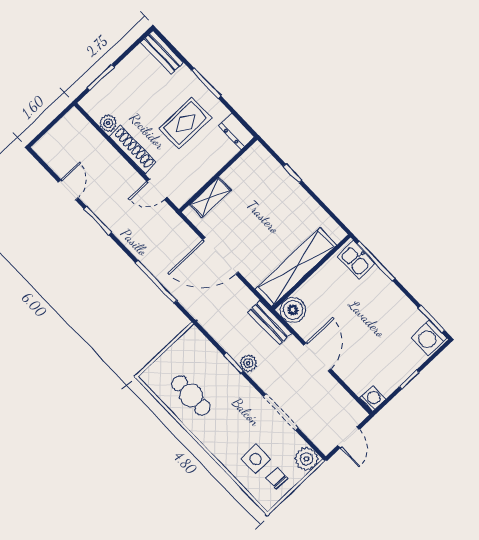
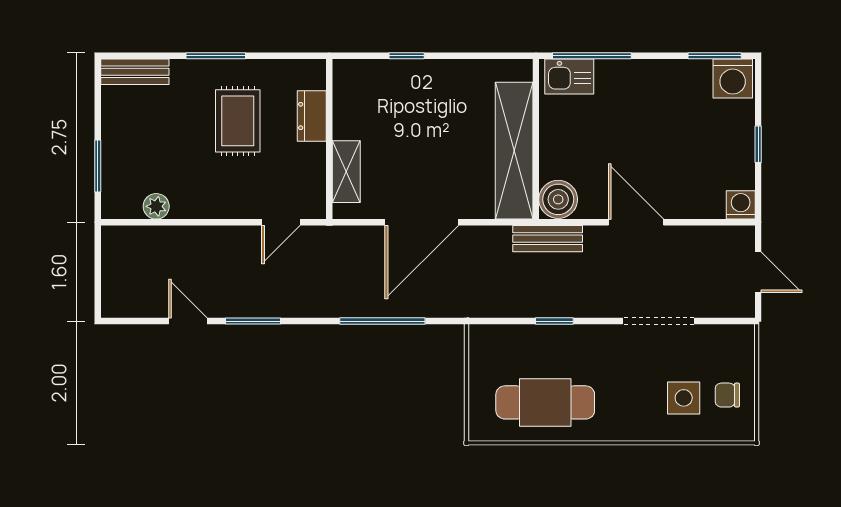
dresser: (236, 131) -> (312, 116), moved, turned 90
shoe rack: (133, 150) -> (211, 207), removed
plant: (248, 363) -> (570, 305), removed
cafe table: (191, 395) -> (545, 402), width x1.37, depth x1.35
plant: (306, 459) -> (737, 342), removed

